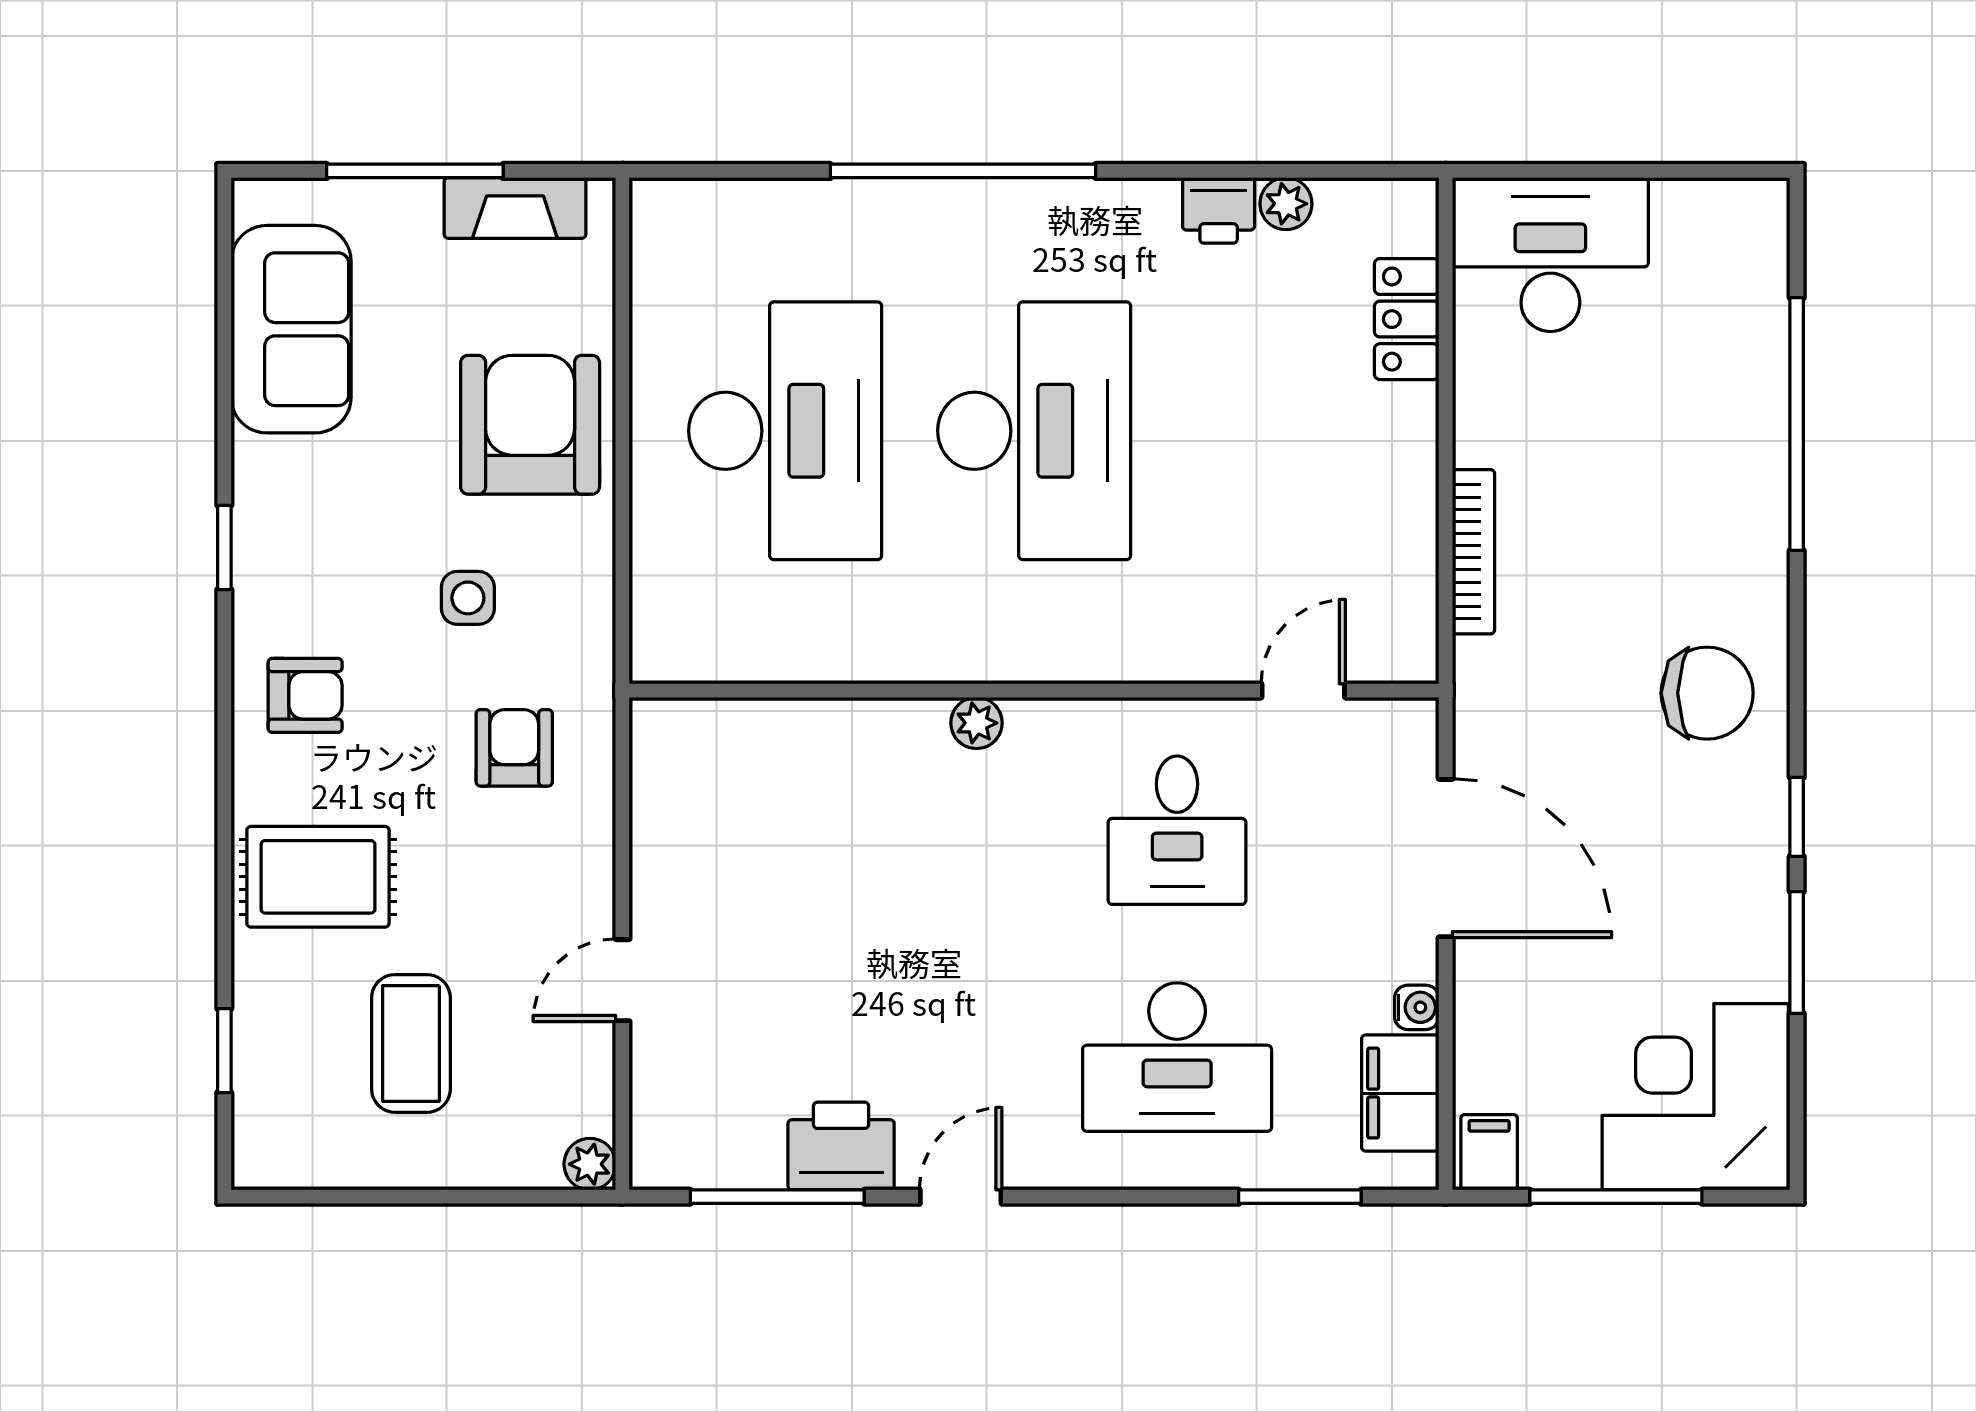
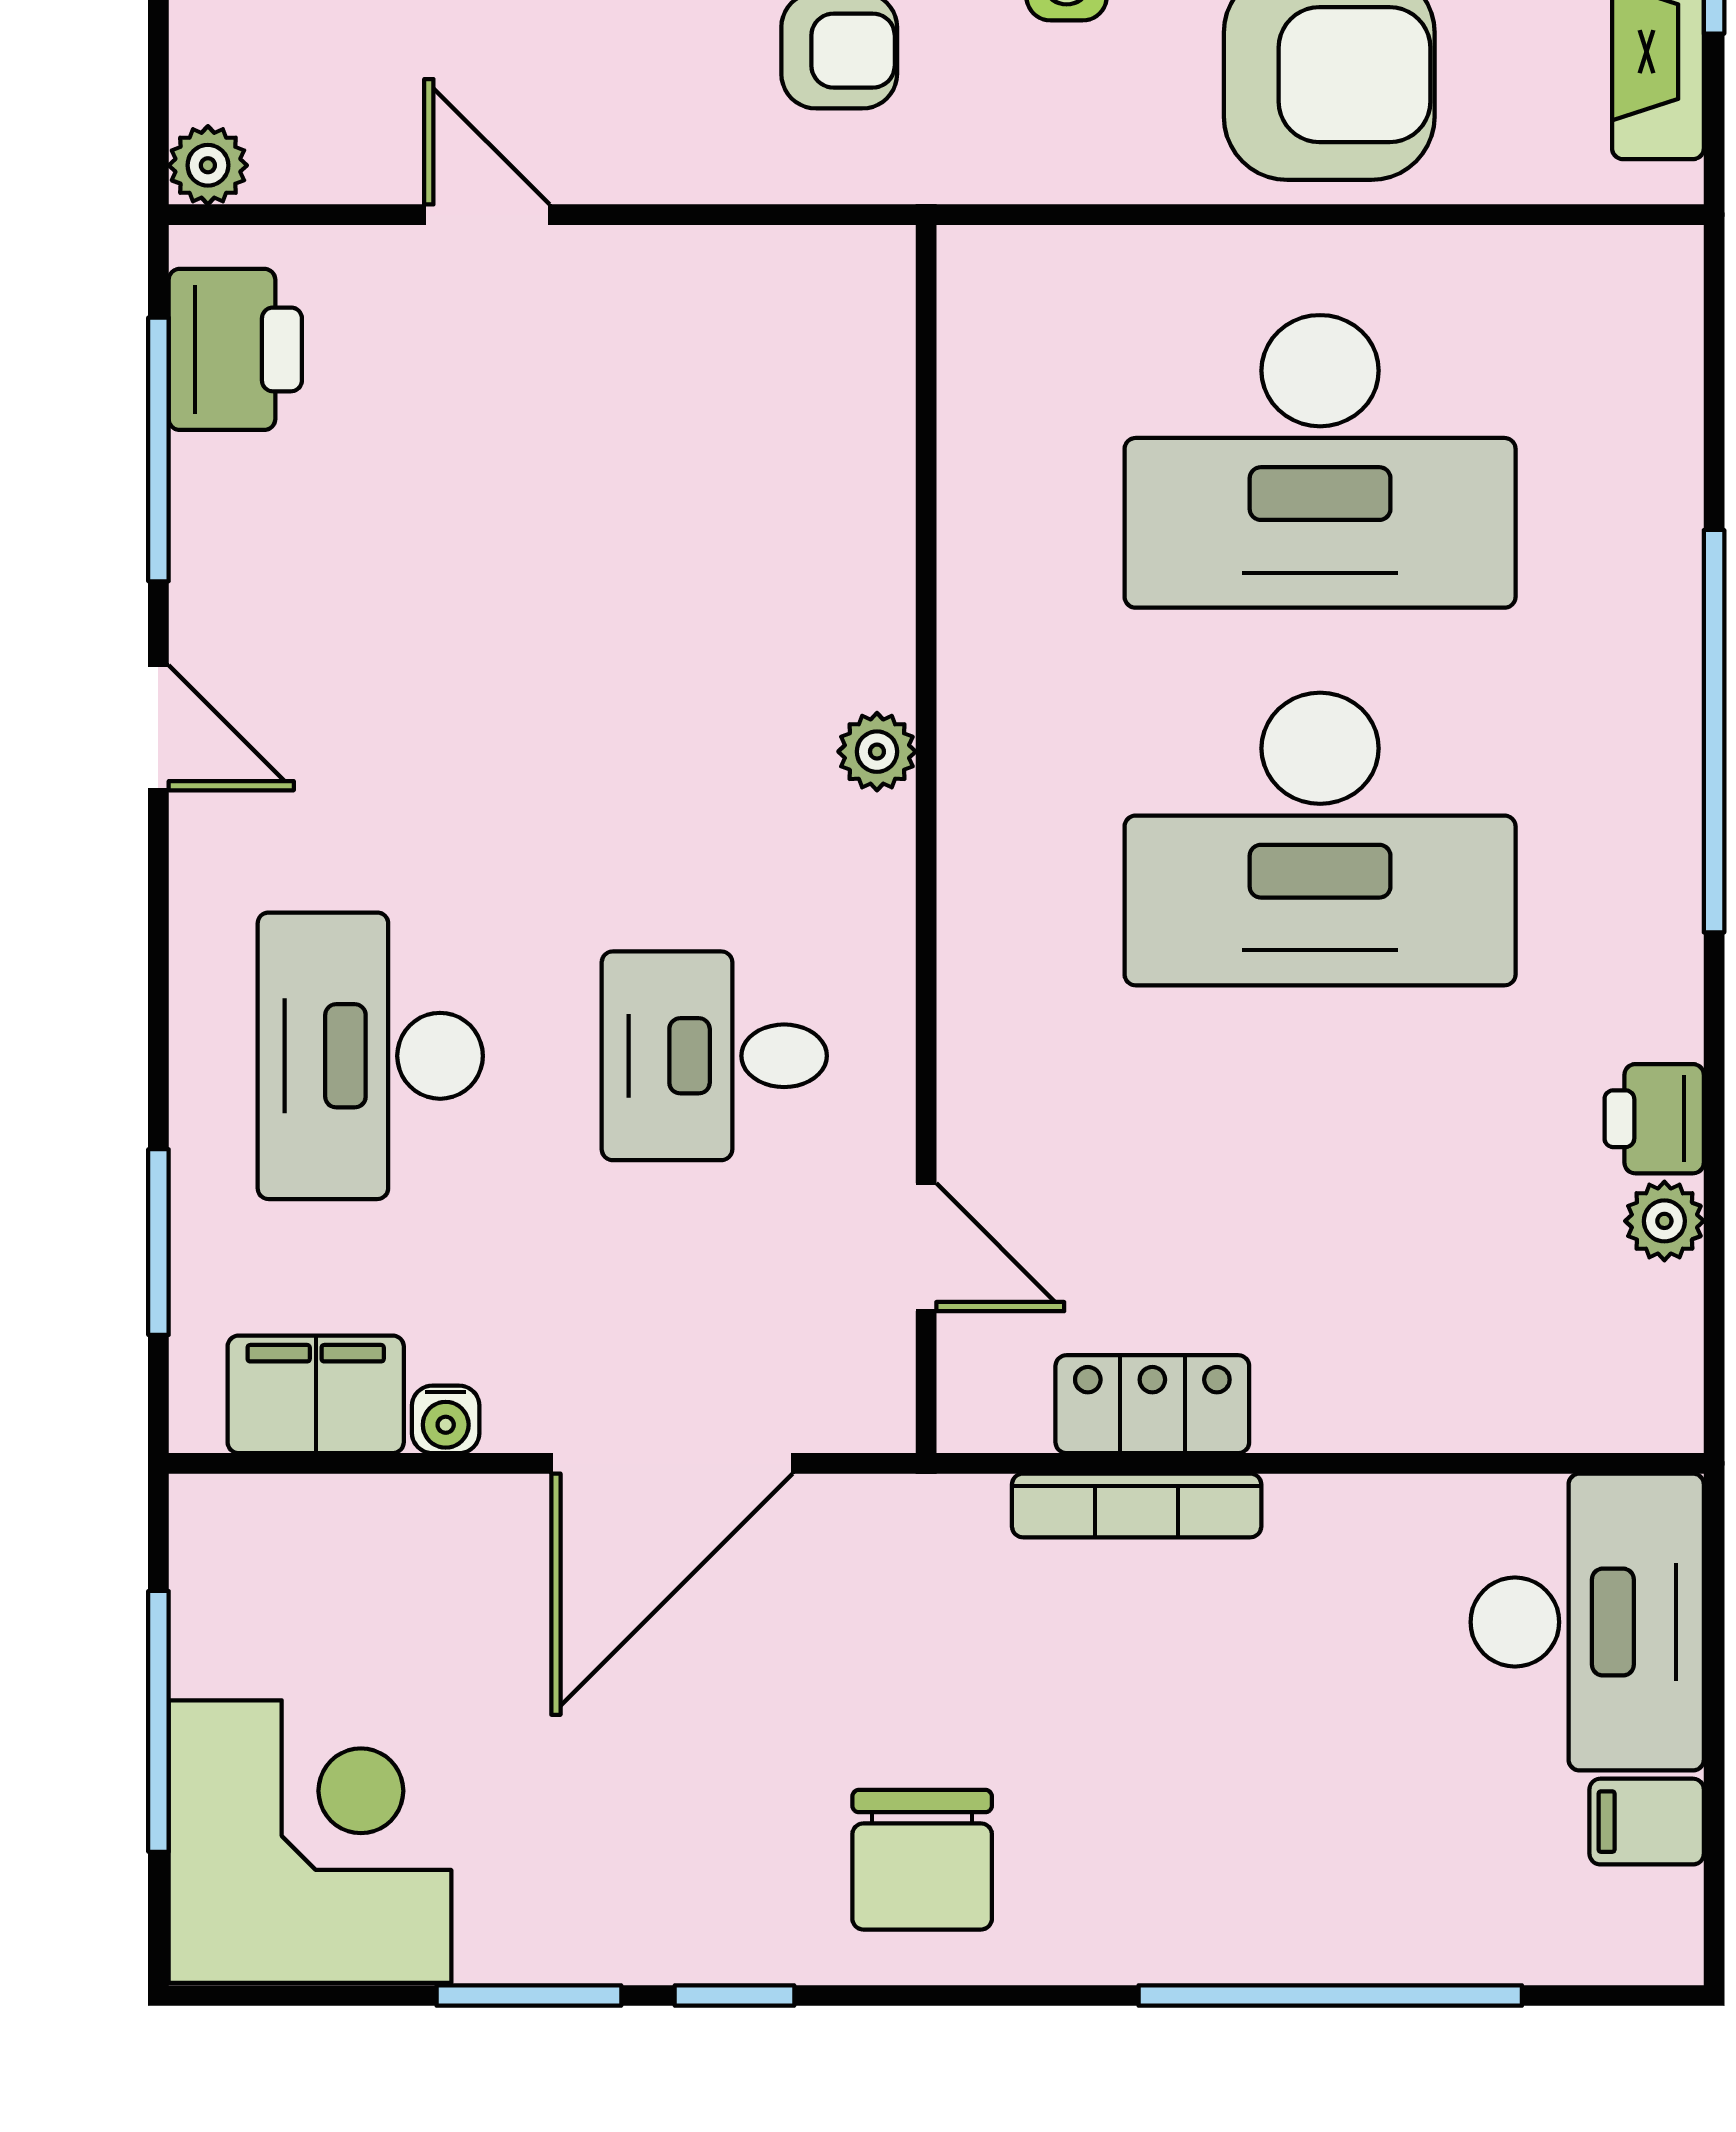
locker: (1407, 319) -> (1152, 1404), moved
printer: (841, 1146) -> (235, 349), moved
filing cabinet: (1489, 1152) -> (1647, 1822), moved, turned 180

